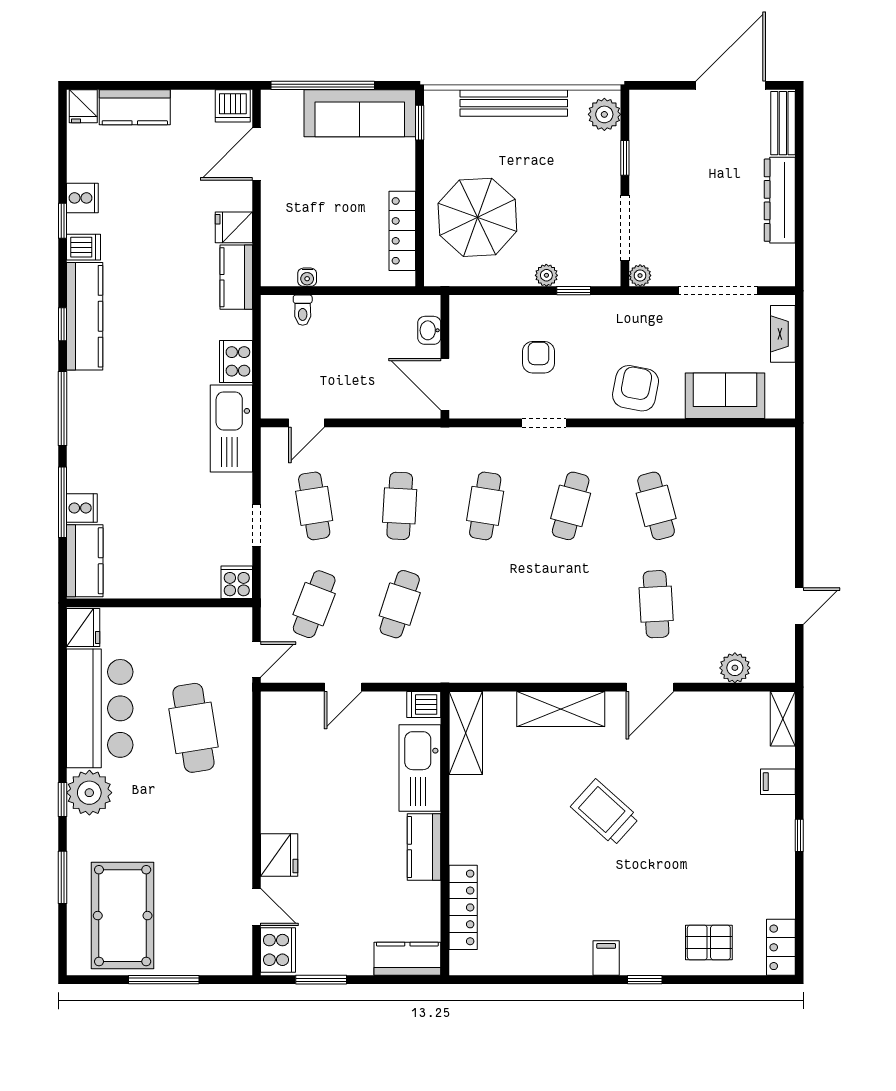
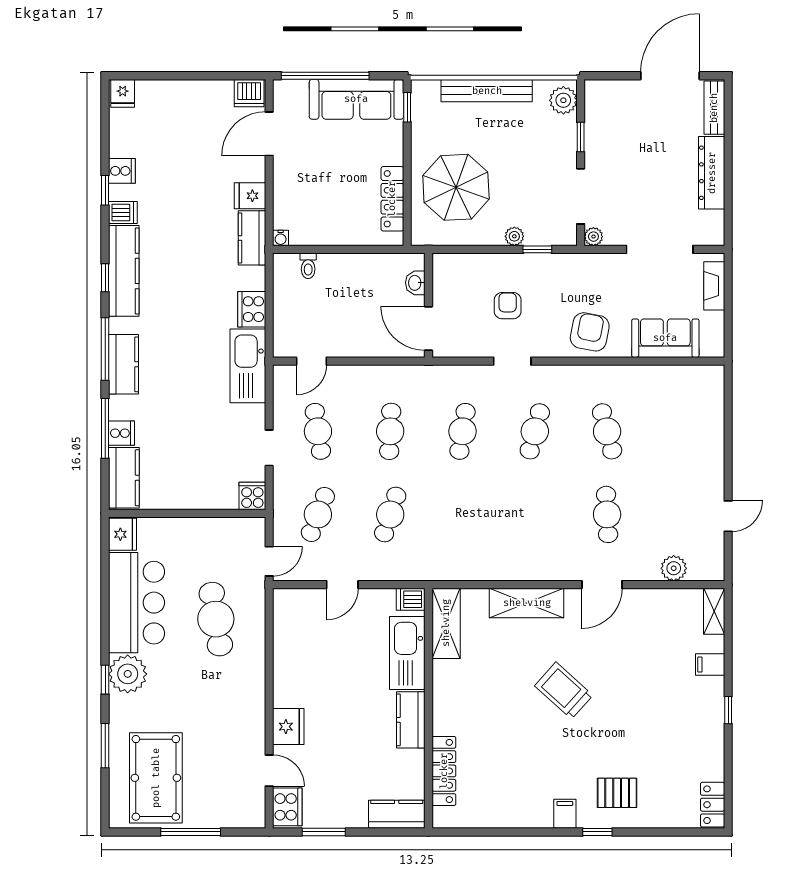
kitchen counter: (135, 107) -> (124, 364), moved, turned -90
water cooler: (307, 277) -> (281, 238), moved
pallet: (709, 943) -> (617, 793), moved

